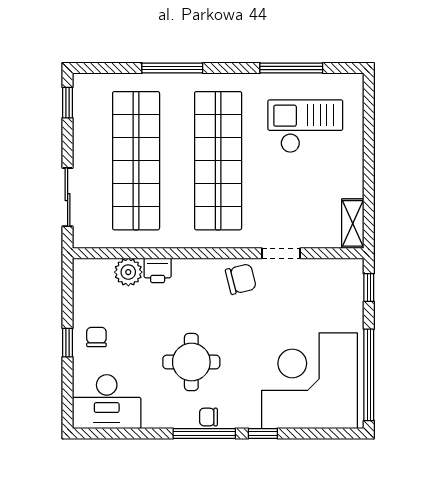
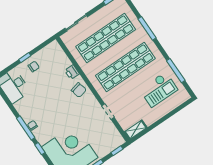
checkout: (305, 126) -> (159, 89), turned 90
plant: (128, 272) -> (64, 62), removed
chair: (241, 279) -> (79, 90), moved
round table: (191, 362) -> (48, 106), removed

